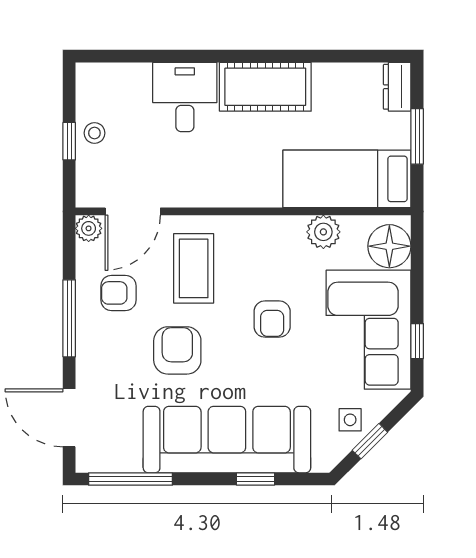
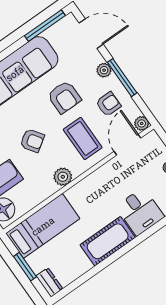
plant: (323, 232) -> (63, 177), moved
armchair: (272, 319) -> (32, 141), turned 146
plant: (89, 349) -> (104, 70), added

